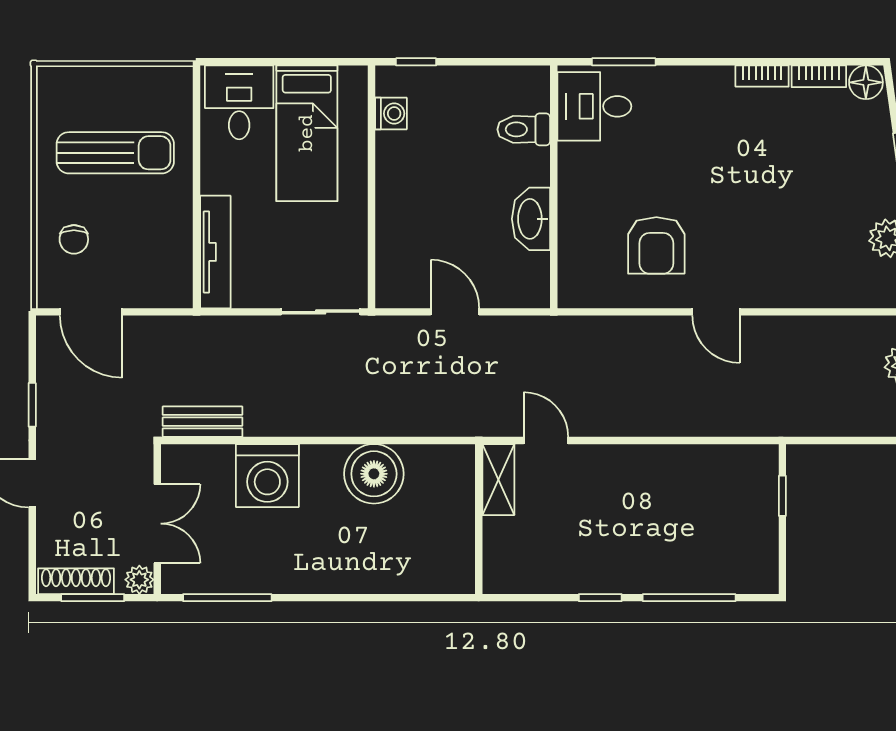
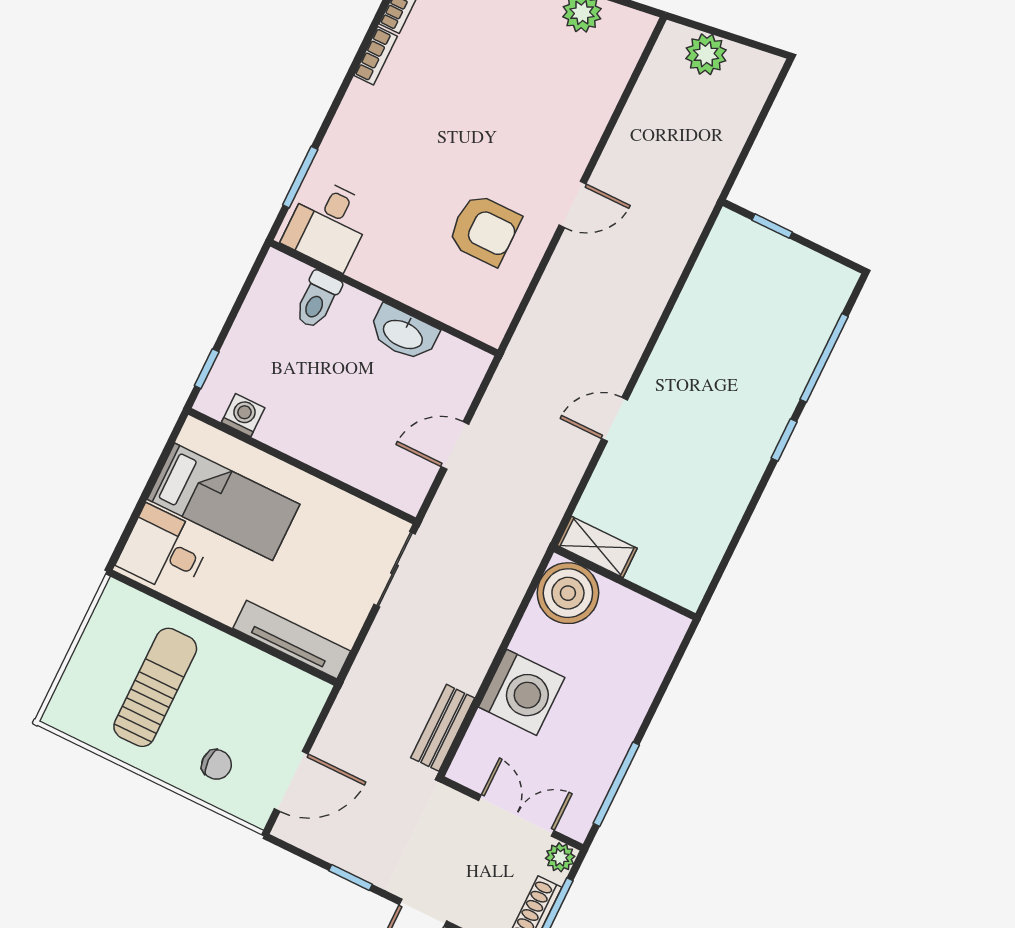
shelving: (498, 480) -> (597, 547), moved
wall: (479, 519) -> (625, 583), moved

